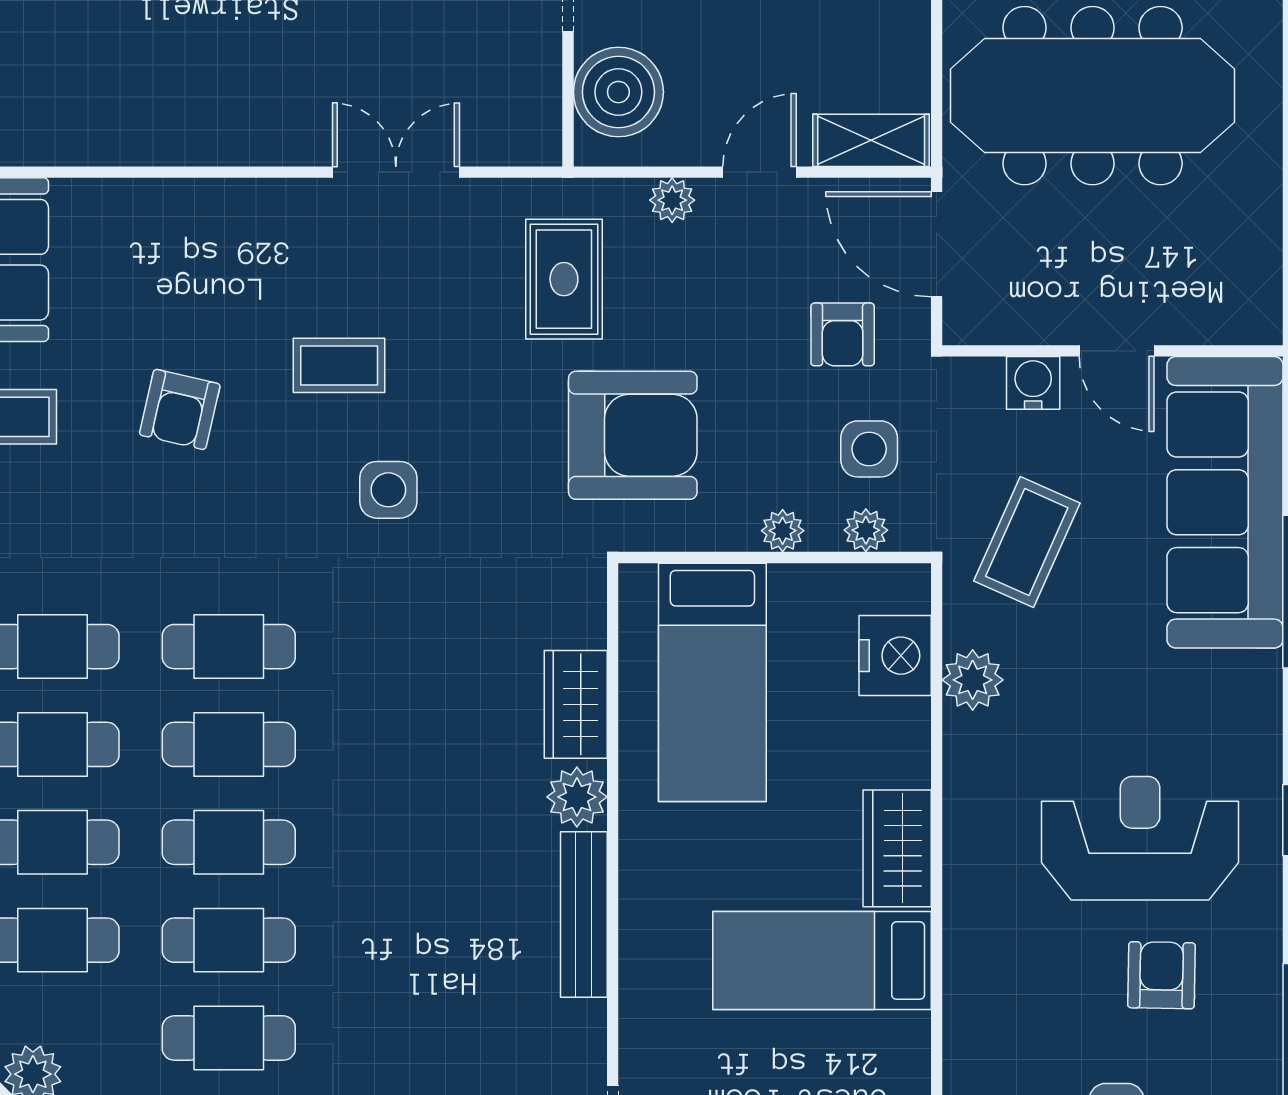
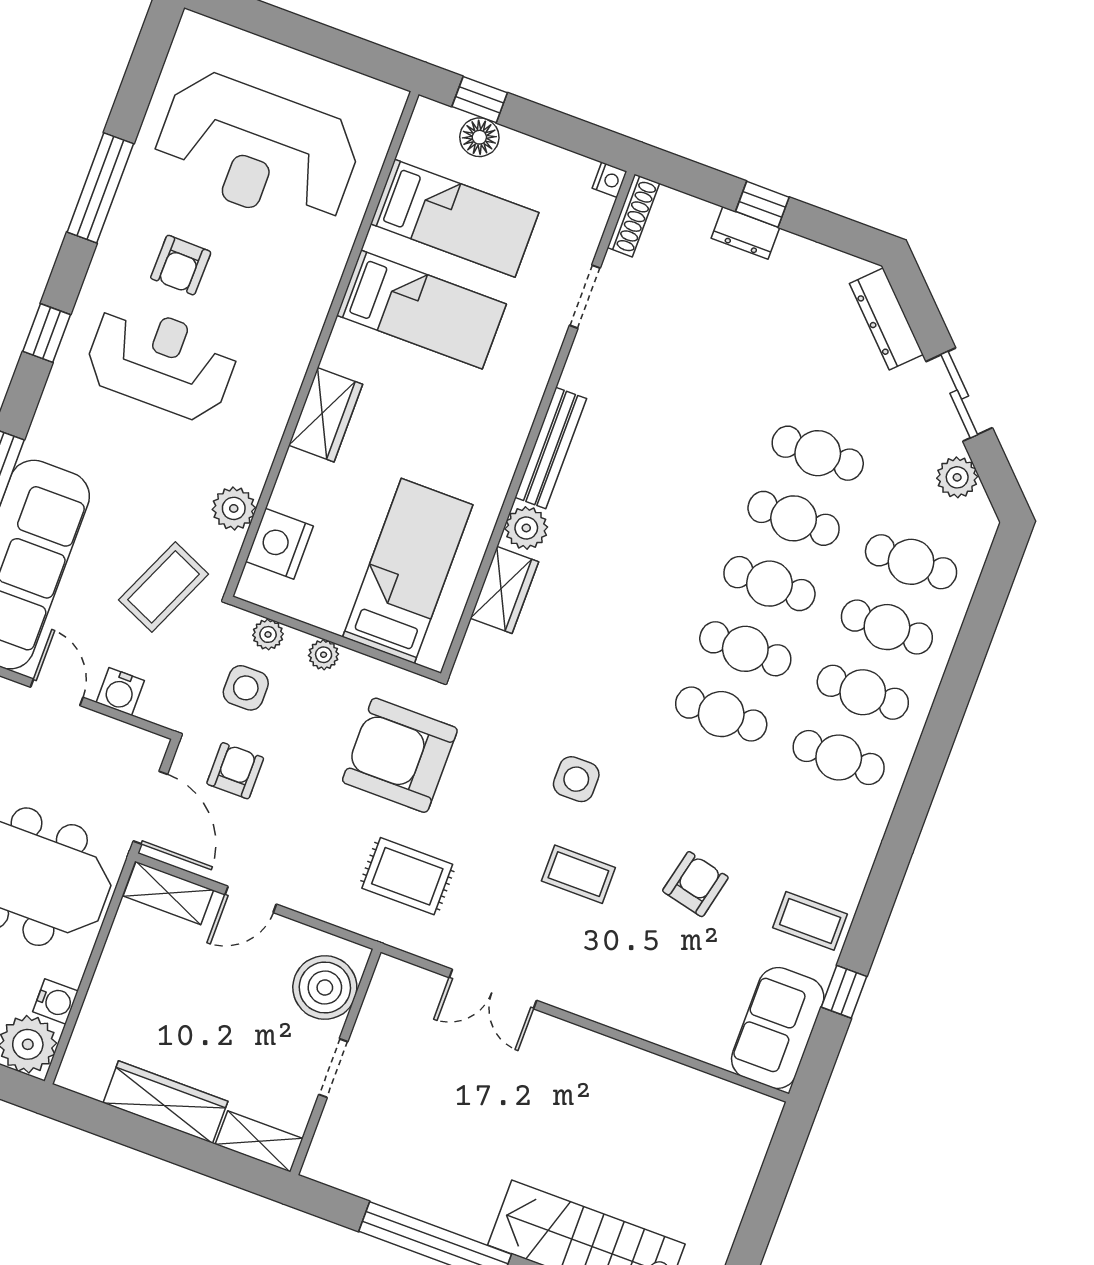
plant: (672, 200) -> (316, 902), removed
rug: (564, 279) -> (407, 876), turned 90
reception desk: (1140, 838) -> (161, 362), turned 180
bed: (822, 961) -> (421, 310), moved

